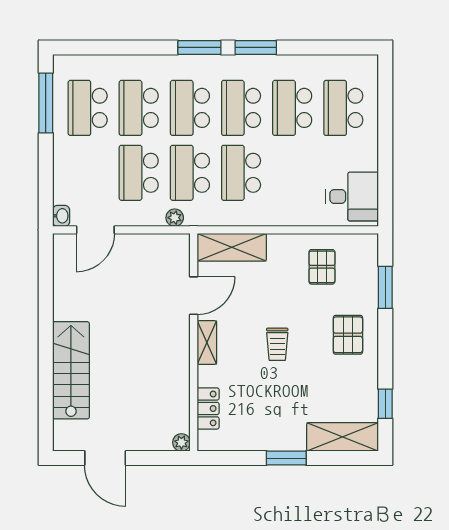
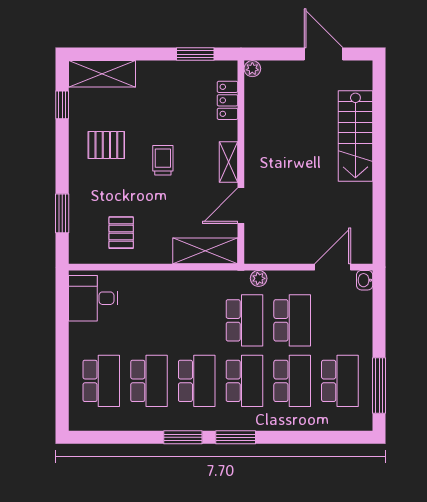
school desk: (241, 173) -> (197, 320), removed
pallet: (348, 335) -> (106, 145), moved, turned 90
window: (286, 458) -> (195, 54), moved

